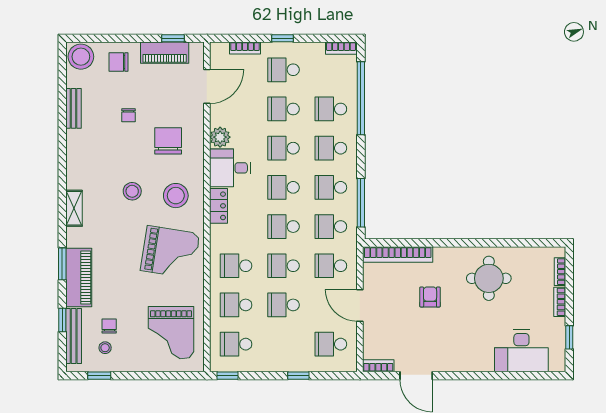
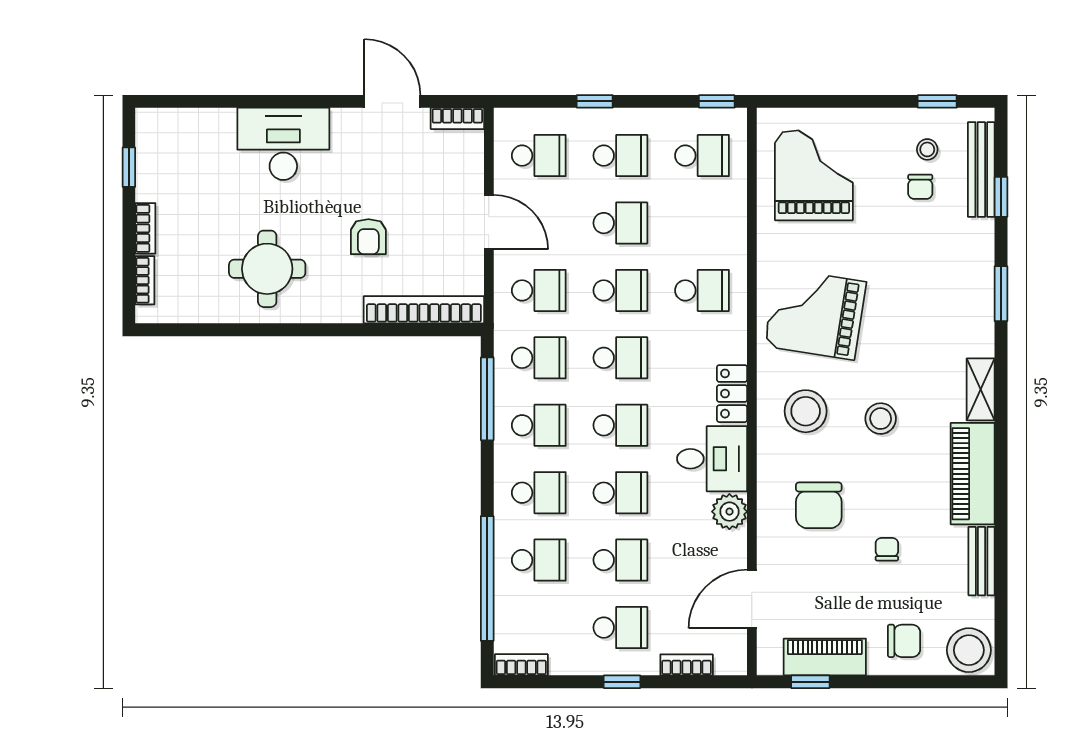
piano: (79, 277) -> (973, 474), moved
school desk: (236, 305) -> (620, 156), moved
desk: (521, 351) -> (283, 144), moved

